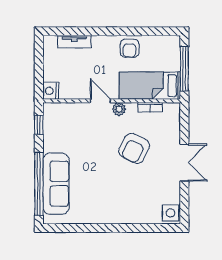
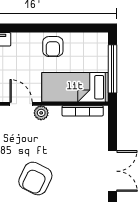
bookcase: (150, 107) -> (83, 111), width x1.56
armchair: (134, 148) -> (35, 179), moved

